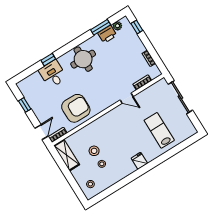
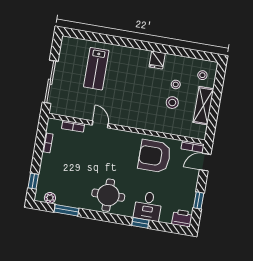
printer: (107, 34) -> (182, 218), moved
shelving: (67, 155) -> (203, 106), moved
fridge: (139, 161) -> (157, 60), moved

